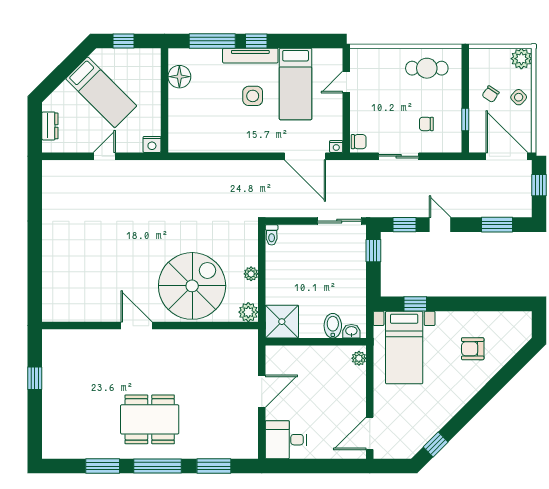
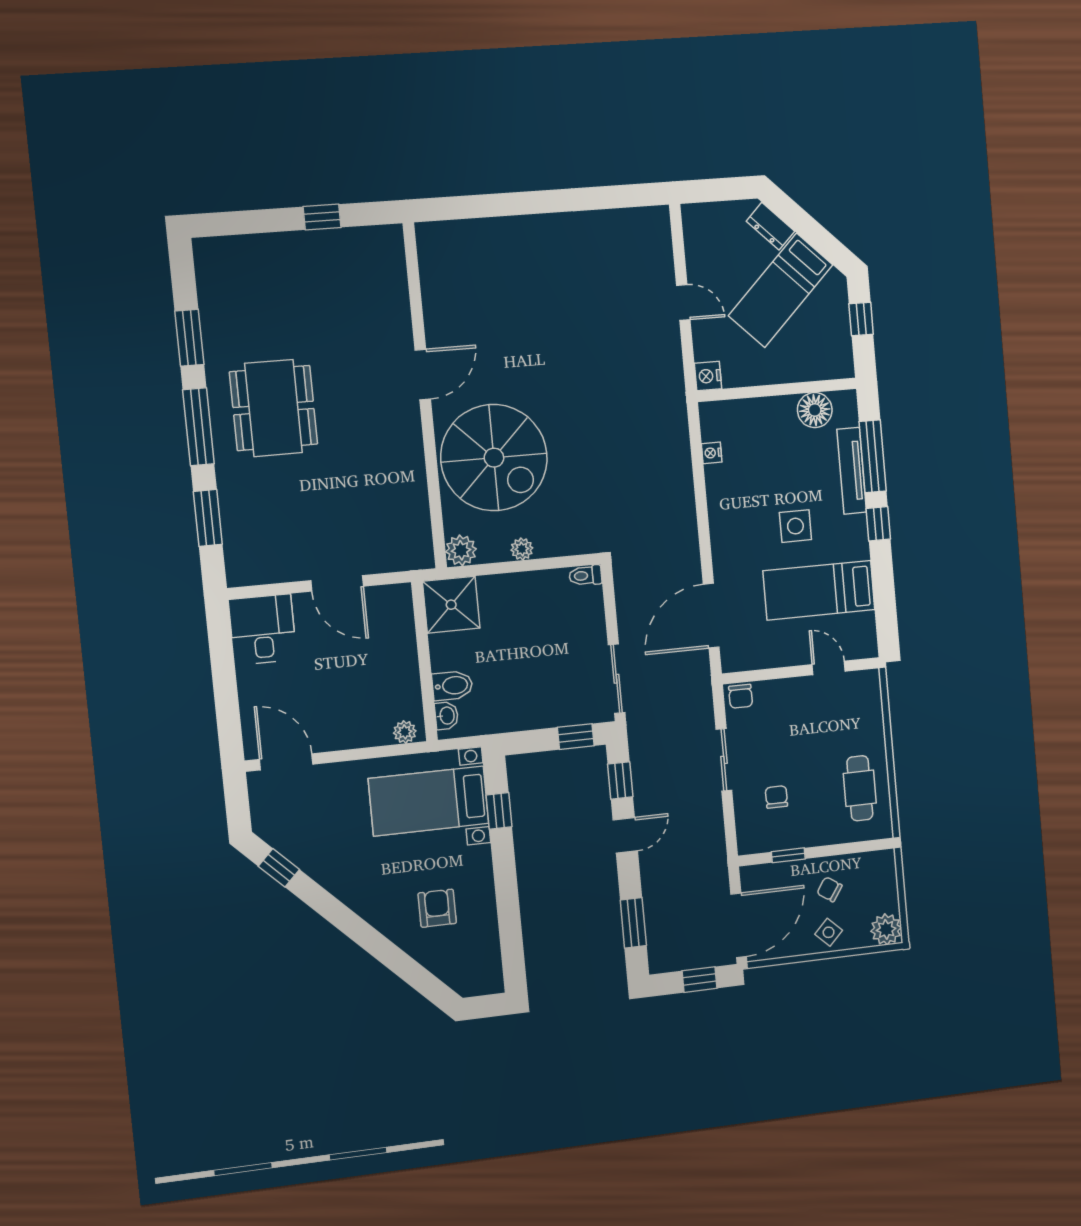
tv unit: (250, 56) -> (852, 471), moved
dresser: (50, 126) -> (770, 226), moved, turned 45
nightstand: (336, 146) -> (712, 453), moved

